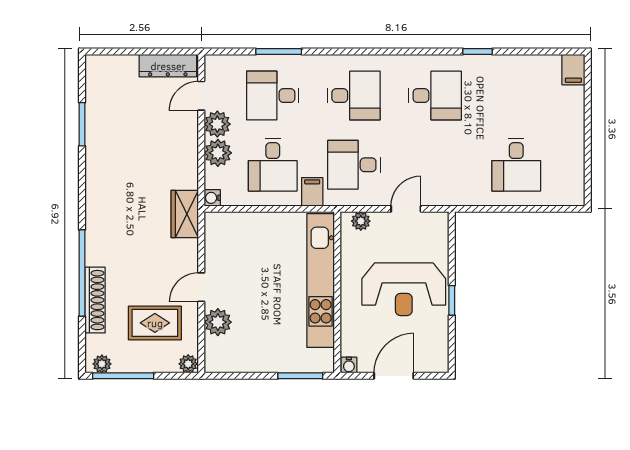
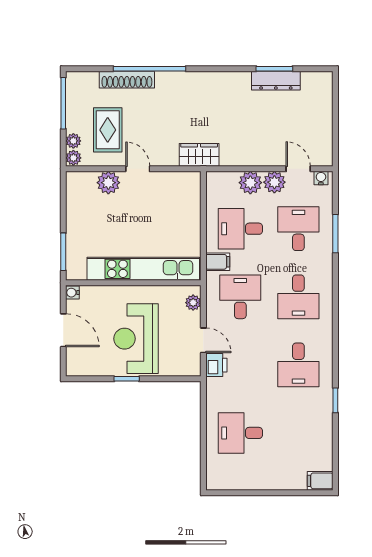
dresser: (168, 66) -> (276, 81), moved, turned -90
printer: (435, 193) -> (216, 365), added
water cooler: (212, 198) -> (321, 178), moved
plant: (102, 364) -> (73, 141), moved

